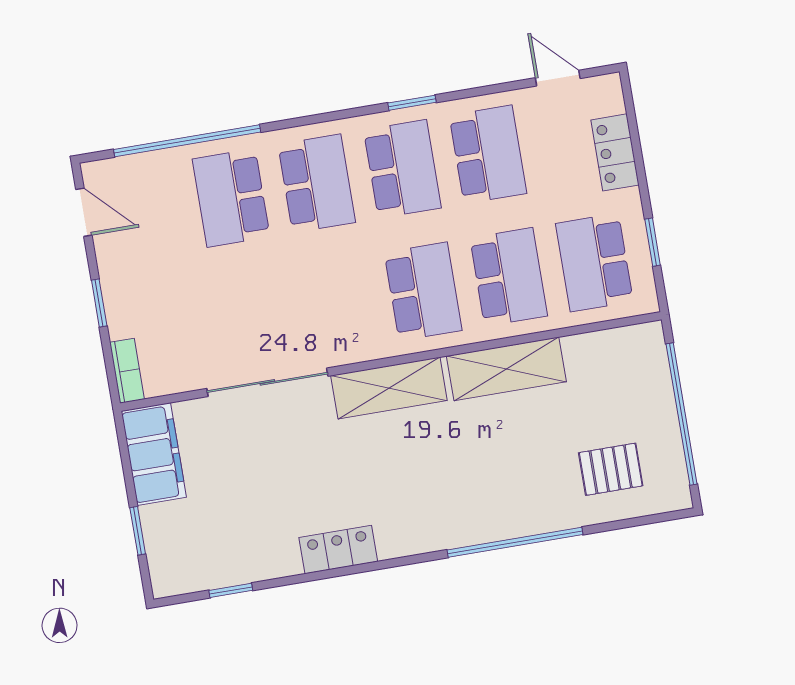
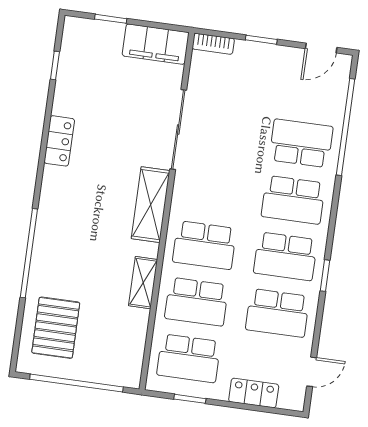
school desk: (594, 262) -> (189, 358), turned 180
shelving: (506, 369) -> (143, 283), width x0.67, depth x0.75
pallet: (611, 469) -> (56, 328), width x1.50, depth x1.42

